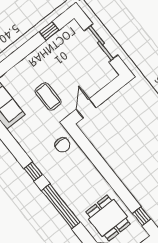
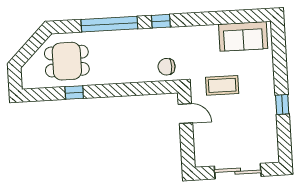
window: (49, 31) -> (282, 104), moved
window: (142, 216) -> (74, 93), moved

